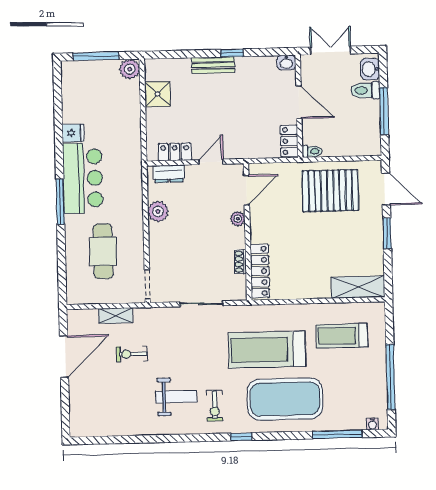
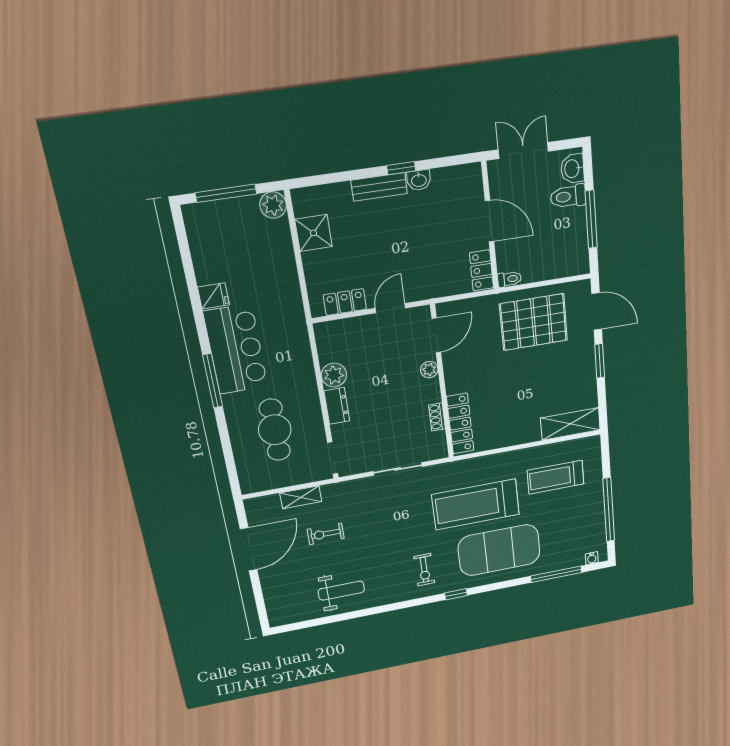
washbasin: (286, 63) -> (419, 180), moved
dresser: (169, 174) -> (337, 406), moved, turned -90
weight bench: (176, 397) -> (341, 591), moved

